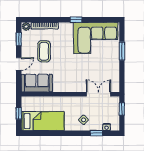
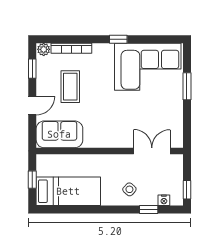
window: (122, 109) -> (187, 190), moved

